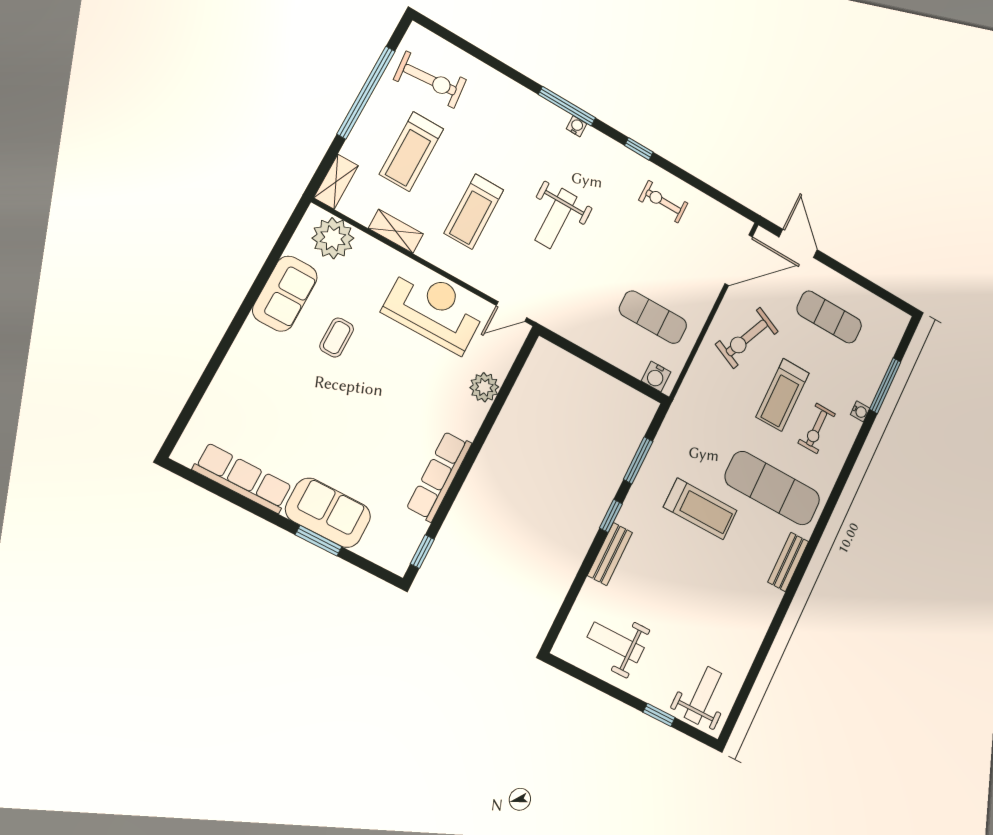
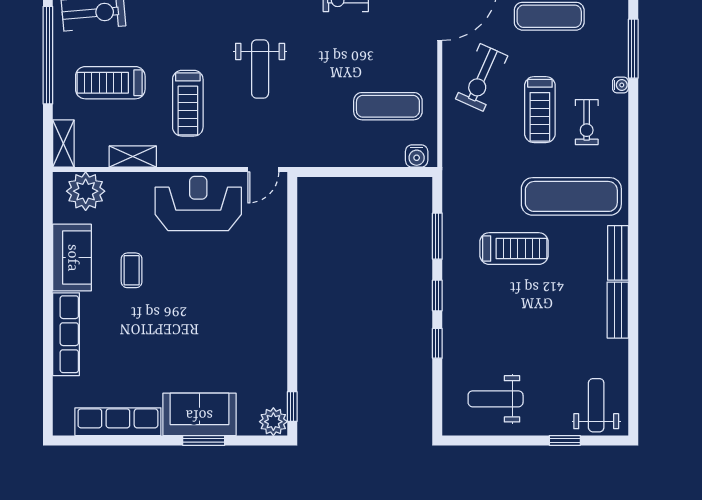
treadmill: (411, 151) -> (110, 83), turned 90
plant: (484, 387) -> (273, 422), moved
row of seats: (439, 476) -> (66, 334), moved, turned 180
bench: (610, 554) -> (618, 310), moved
window: (589, 561) -> (437, 343), added

